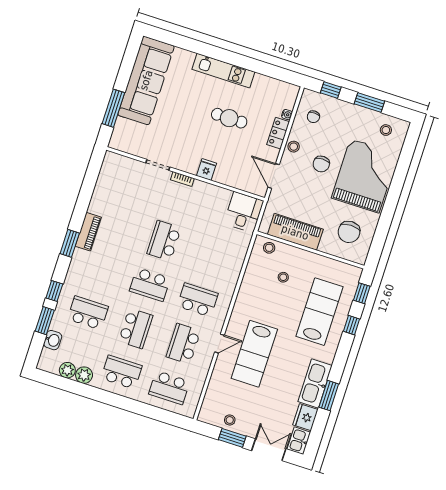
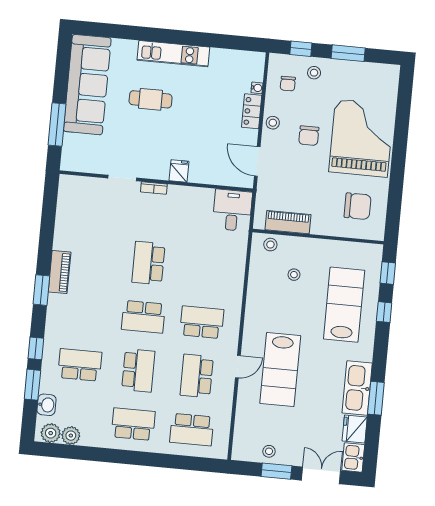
cafe table: (229, 118) -> (151, 99), moved
stool: (386, 130) -> (314, 73), moved
piano: (295, 232) -> (288, 222), width x0.73, depth x0.75
chair: (349, 232) -> (358, 206), turned -90
plant: (84, 375) -> (51, 433), moved

